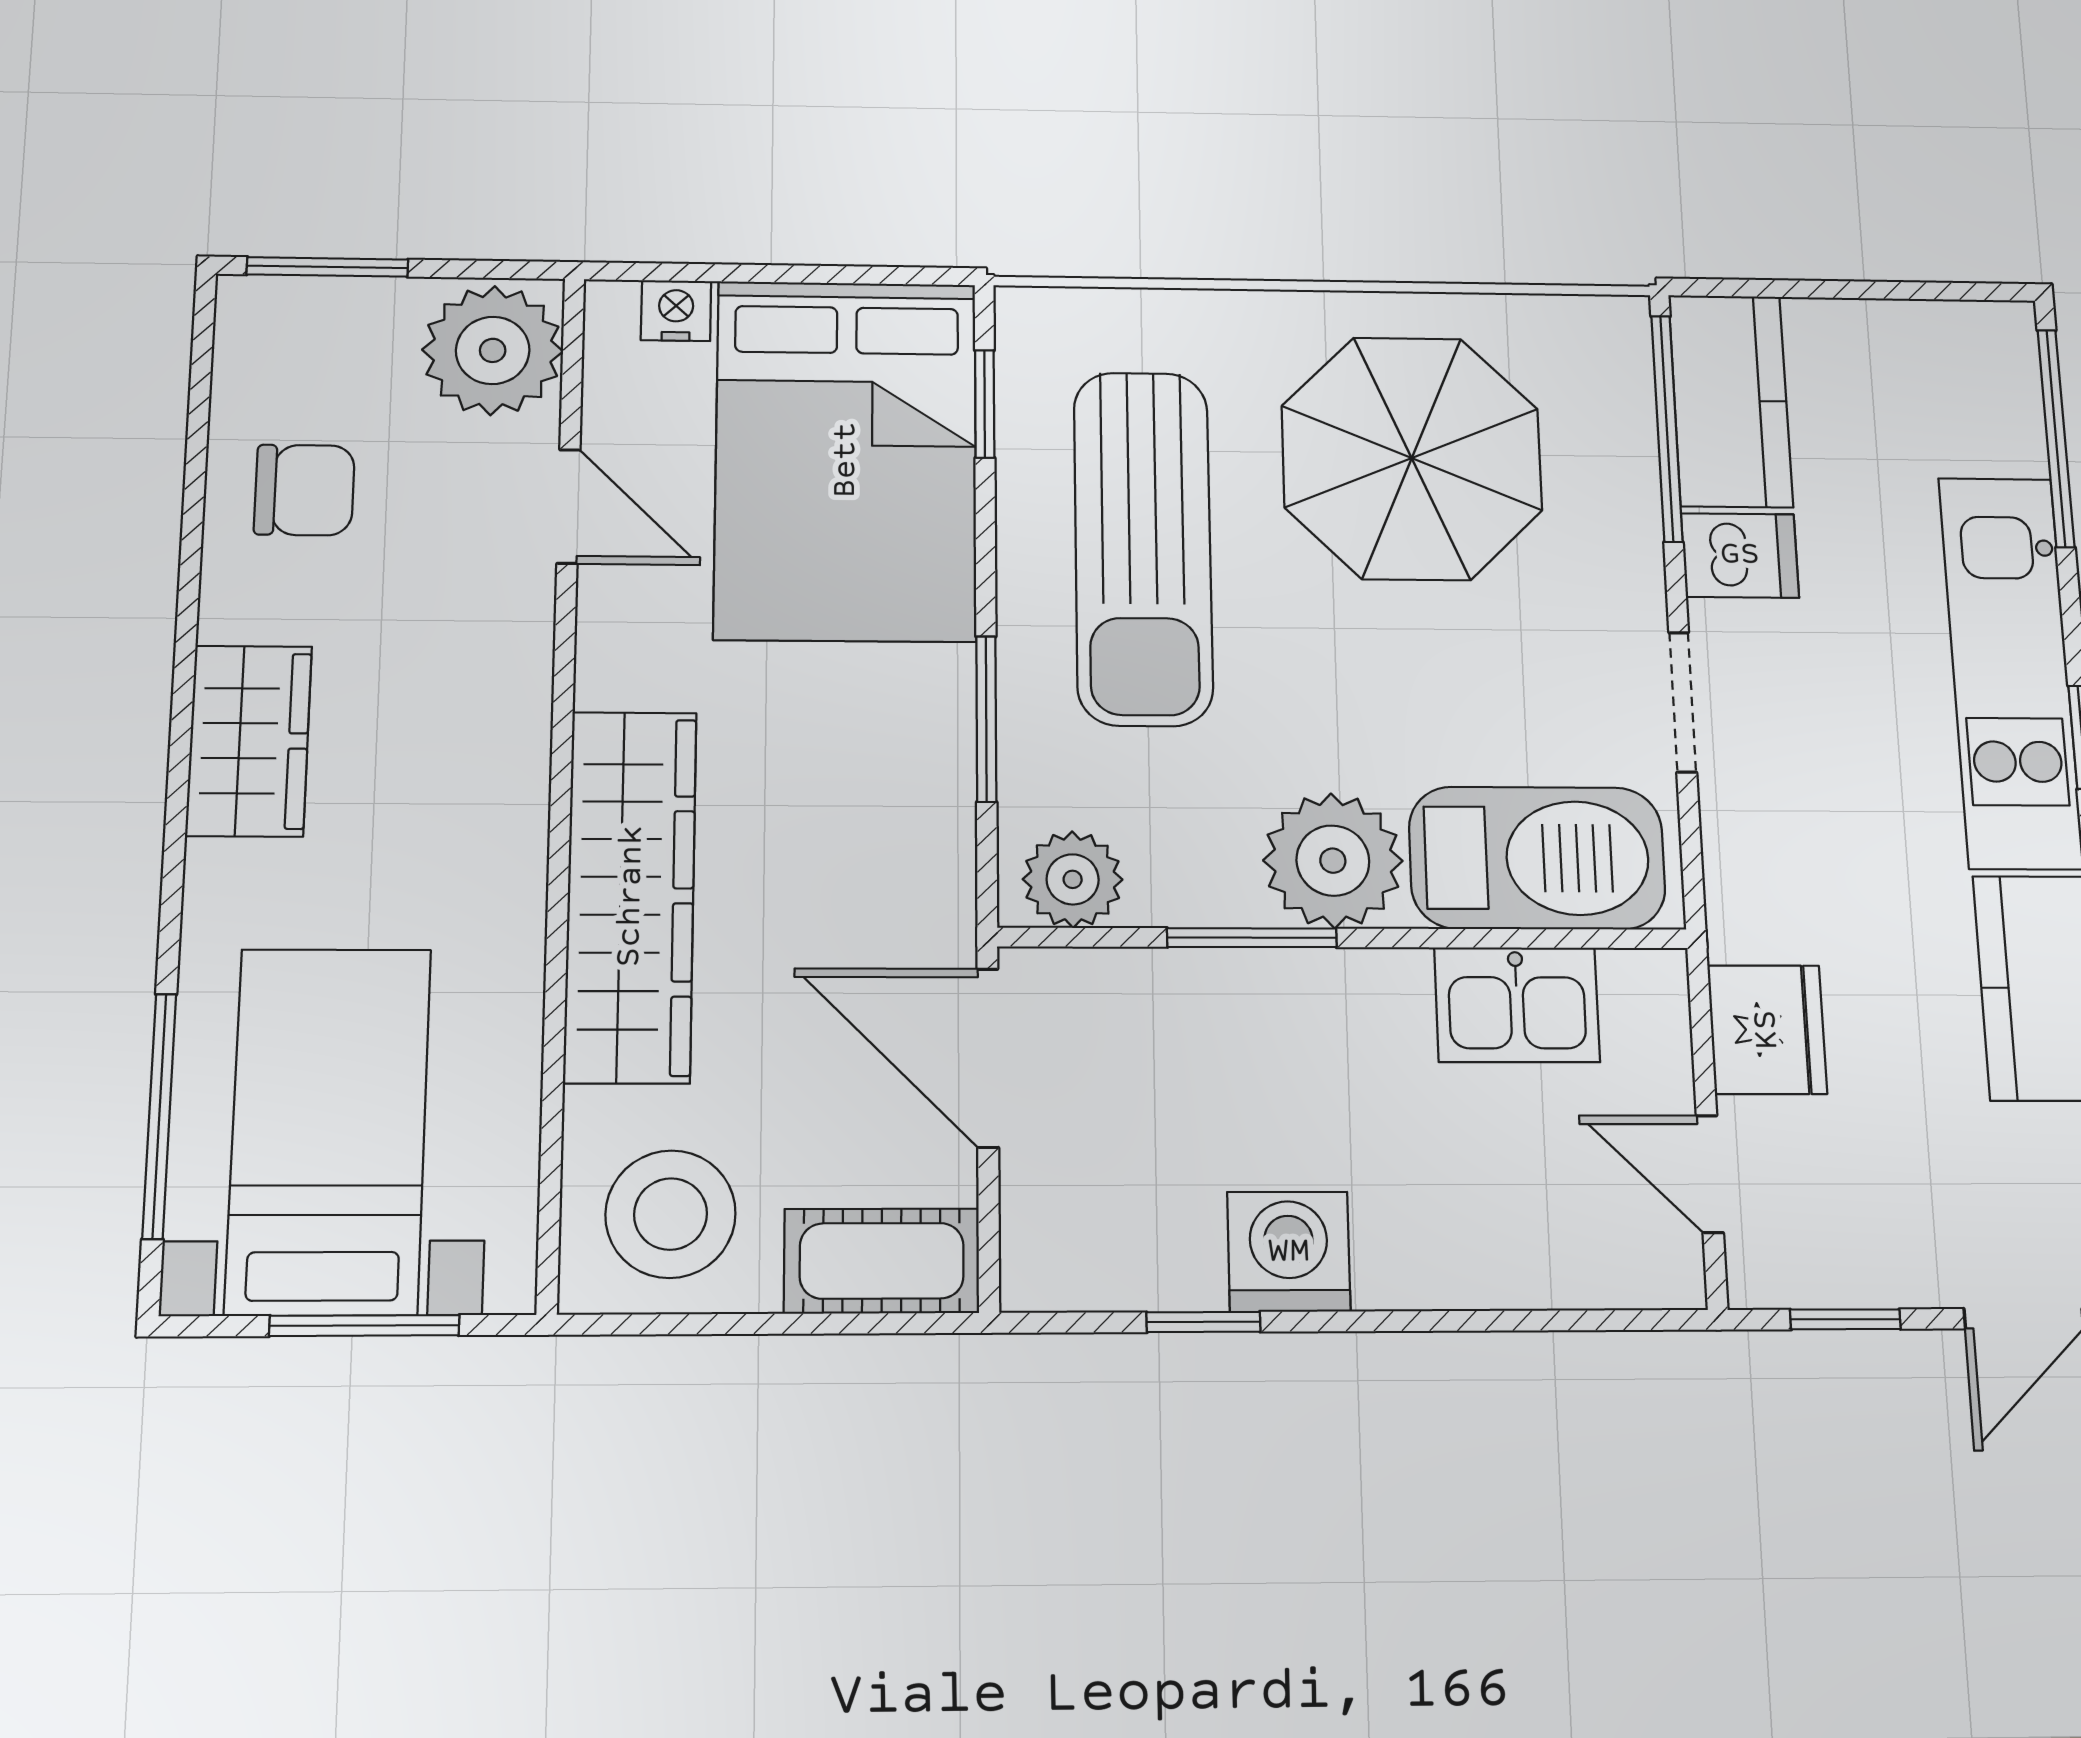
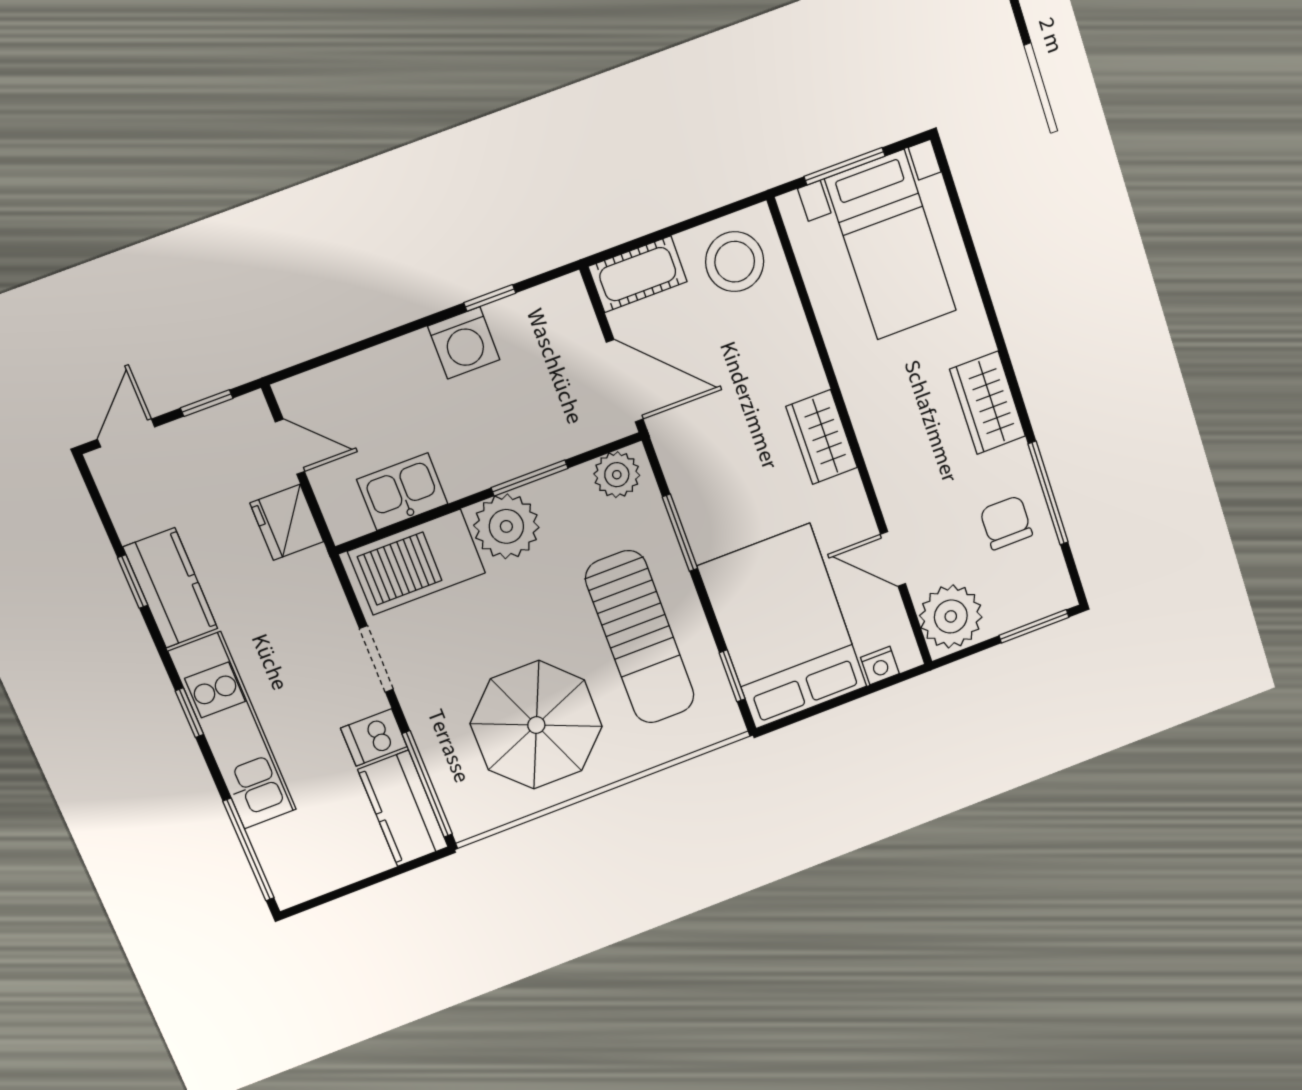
chair: (304, 490) -> (1006, 523), turned 90
sun lounger: (1143, 547) -> (640, 637), turned 180
wardrobe: (631, 896) -> (822, 437), width x0.48, depth x0.85
window: (159, 1116) -> (1048, 493), moved

